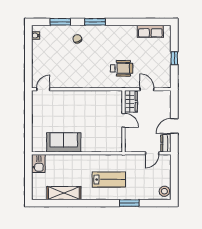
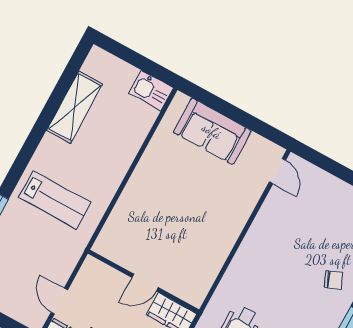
sofa: (64, 142) -> (212, 131), moved, turned 90
lab bench: (109, 180) -> (55, 200), turned -90

